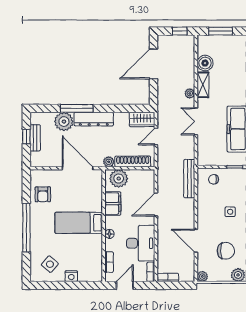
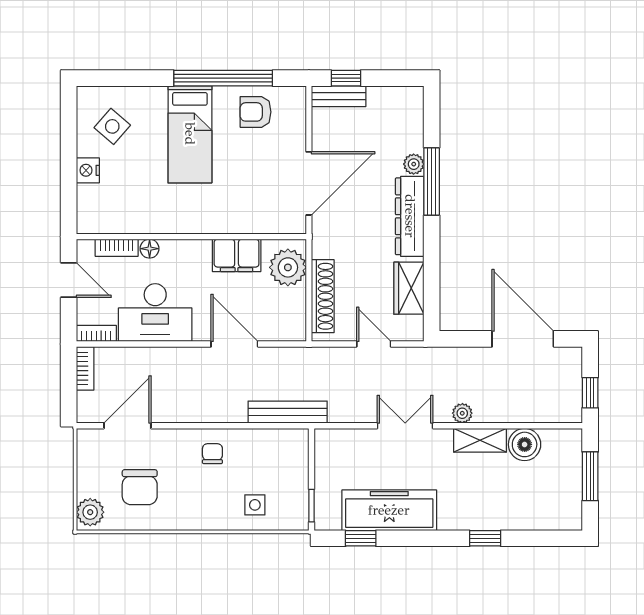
wardrobe: (142, 119) -> (409, 288), moved
plant: (64, 122) -> (414, 164), width x0.53, depth x0.53
window: (26, 136) -> (346, 78), moved
bench: (35, 138) -> (339, 96), moved
plant: (109, 162) -> (322, 247), removed
chair: (214, 179) -> (212, 454), moved
side table: (230, 212) -> (255, 505), moved
bed: (79, 223) -> (190, 134), moved, turned 180
window: (26, 228) -> (223, 78), moved
floor lamp: (109, 234) -> (150, 249), moved
door: (196, 241) -> (127, 426), moved
plant: (202, 277) -> (87, 439), removed

